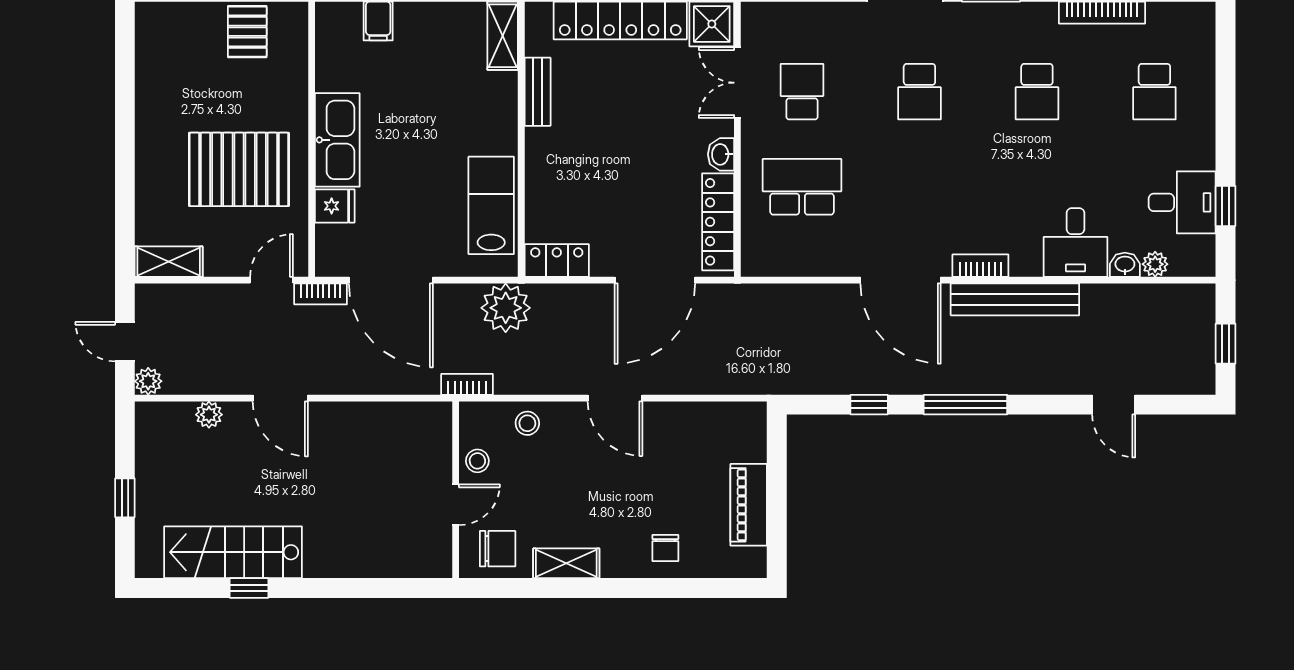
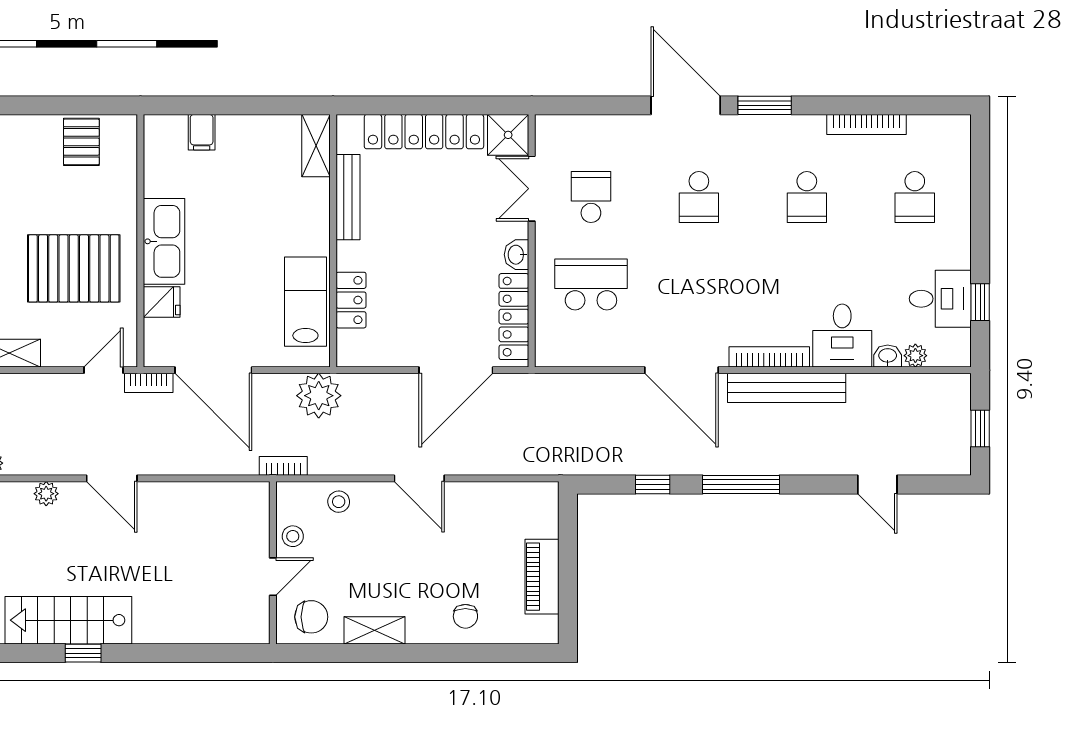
bench: (538, 92) -> (348, 197), width x1.36
locker: (557, 261) -> (351, 300), moved, turned 90
bookcase: (980, 266) -> (769, 357), width x1.56

